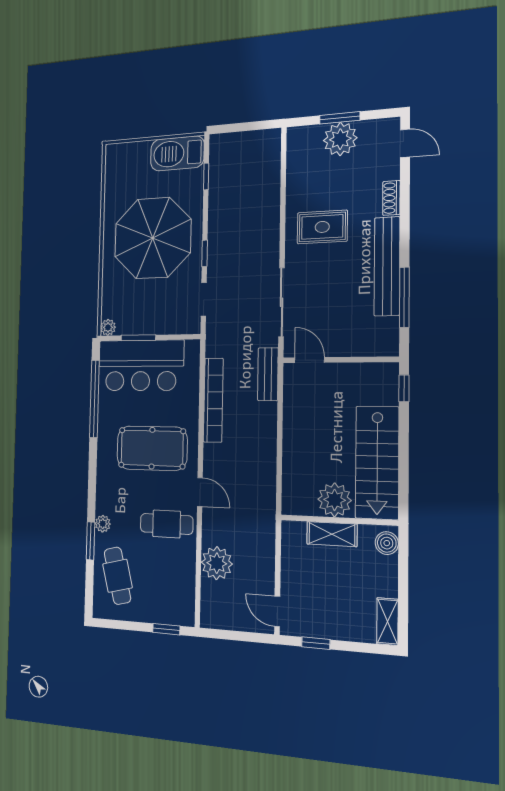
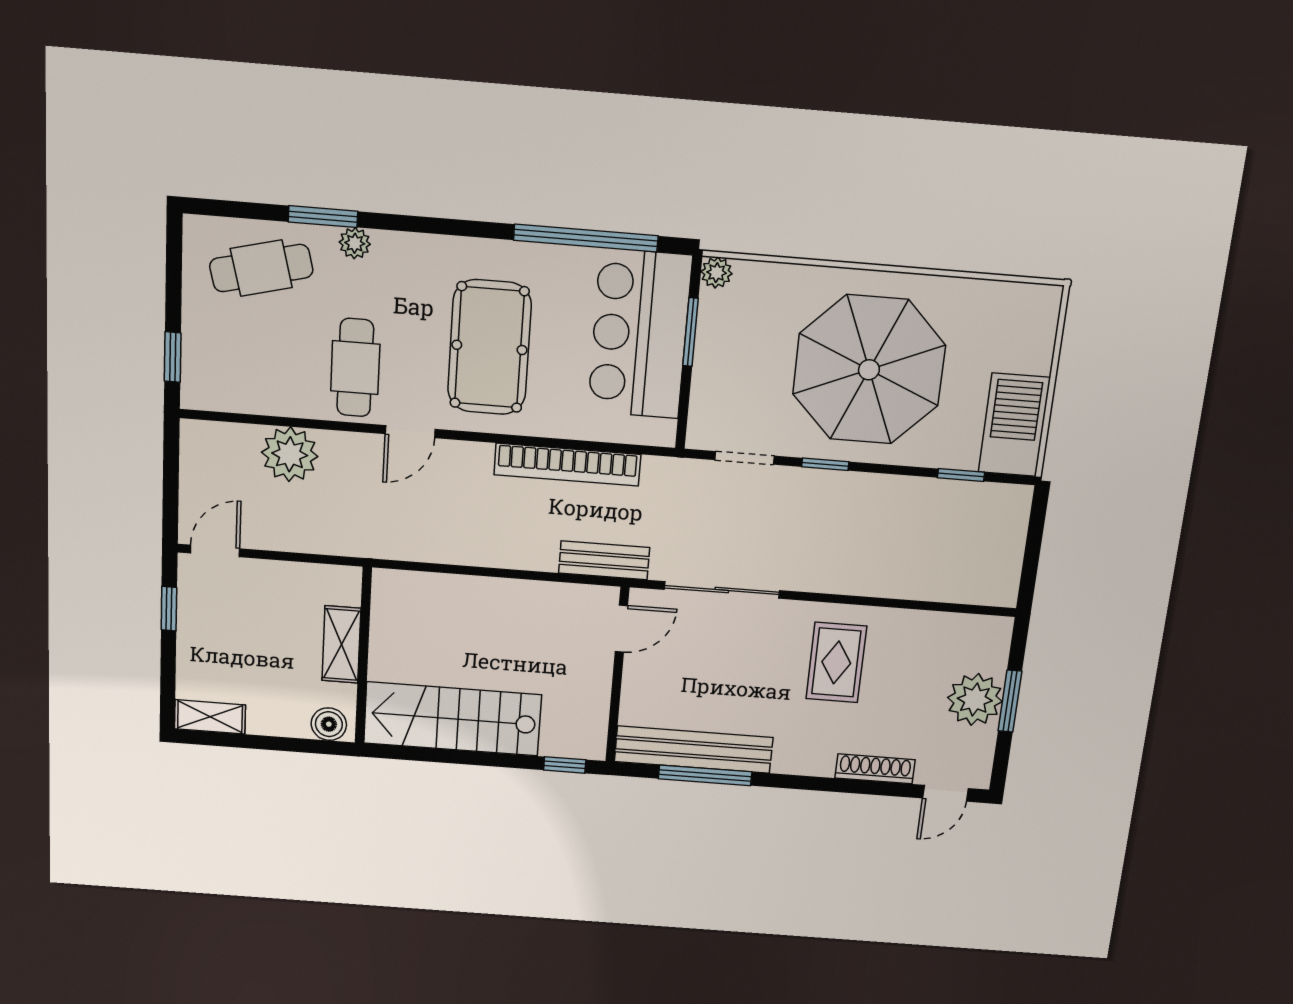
shoe rack: (391, 198) -> (875, 769), width x1.43
bench: (387, 266) -> (694, 750), moved
plant: (335, 500) -> (395, 652), removed

